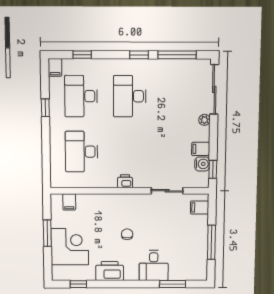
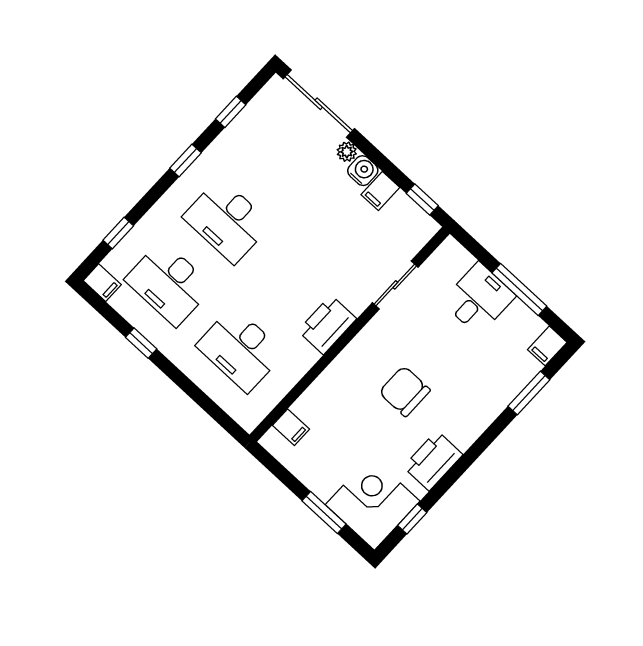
window: (177, 55) -> (231, 112), width x0.46
water cooler: (202, 164) -> (363, 171), moved
printer: (125, 181) -> (327, 325), width x1.87, depth x1.48
filing cabinet: (200, 207) -> (547, 346), moved
window: (47, 233) -> (324, 513), moved
chair: (127, 234) -> (405, 391), width x1.87, depth x1.87
corner desk: (70, 247) -> (373, 503), moved
desk: (154, 265) -> (479, 299), moved, turned -90

